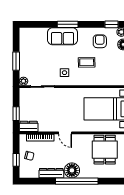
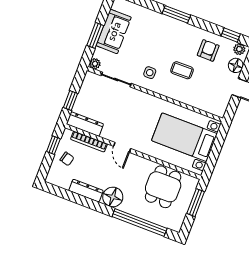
sofa: (62, 36) -> (114, 31), moved, turned -90
dresser: (29, 126) -> (85, 124), width x1.44
window: (16, 160) -> (53, 145), moved
window: (77, 181) -> (140, 222), moved

